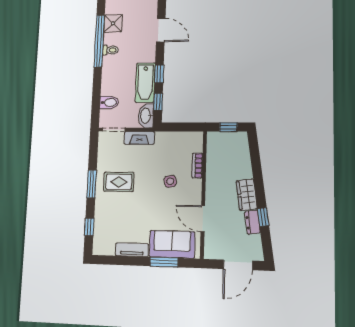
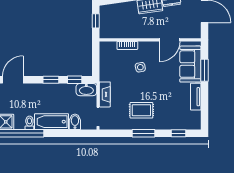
bathtub: (145, 83) -> (52, 122), moved, turned 180
rug: (119, 182) -> (141, 110), turned 90

